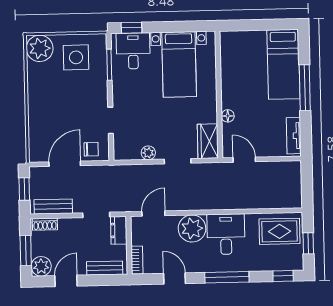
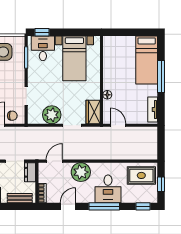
plant: (148, 153) -> (52, 115), width x1.87, depth x1.87
desk: (226, 234) -> (108, 189), moved, turned 180
door: (175, 278) -> (68, 206), hinge flipped

